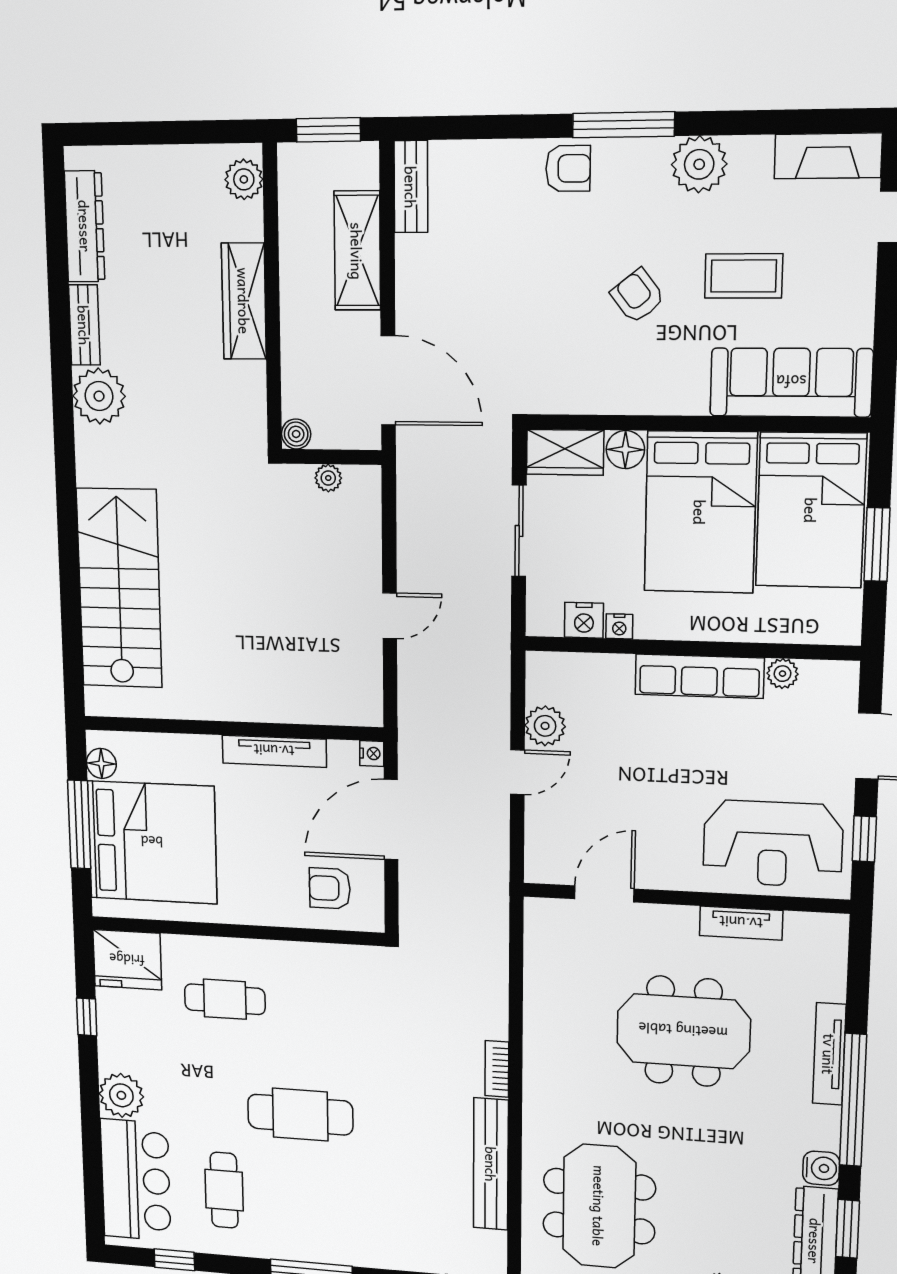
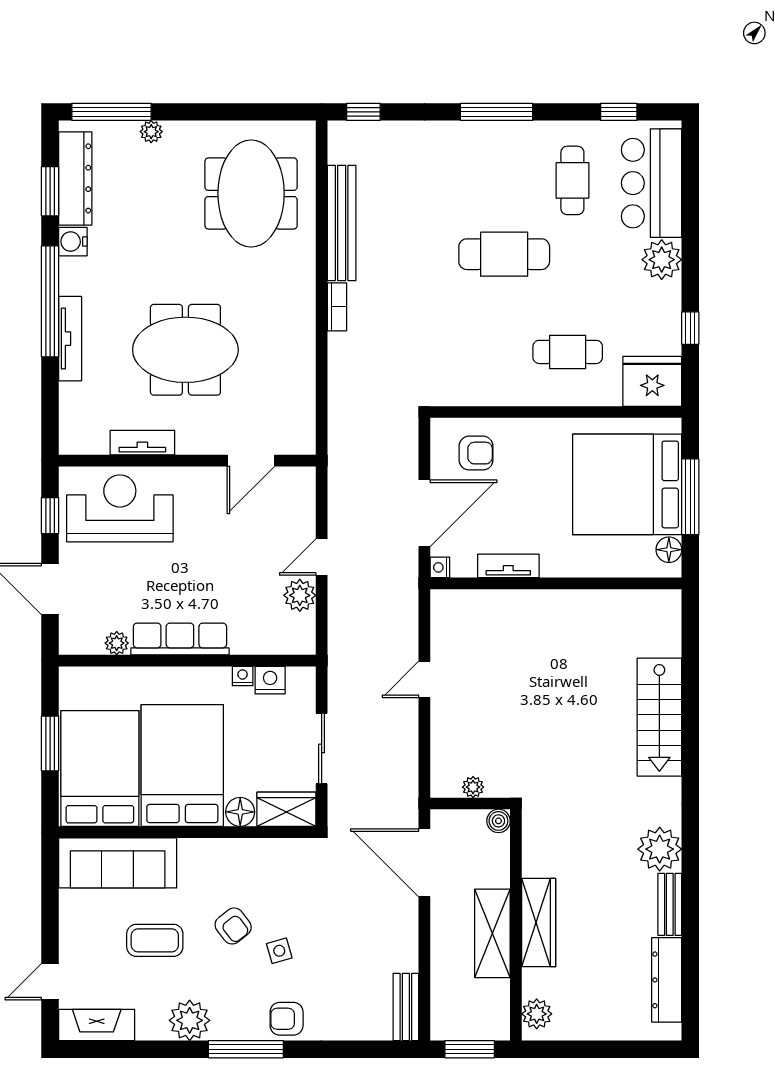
shelving: (357, 251) -> (492, 933), moved
side table: (577, 262) -> (279, 951), added
stairs: (119, 588) -> (659, 717), width x0.73, depth x0.66
tv unit: (274, 751) -> (508, 566), width x0.71

